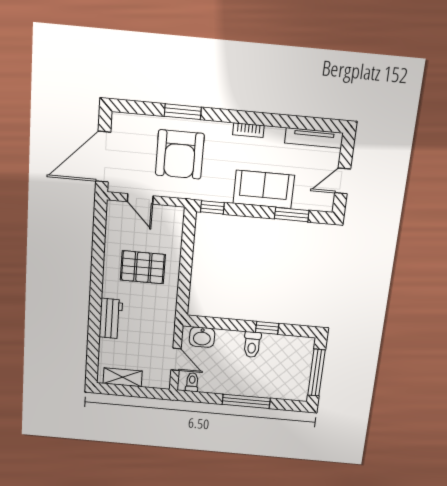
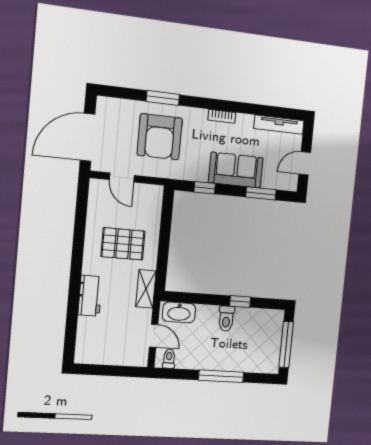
window: (212, 207) -> (205, 188), moved
washbasin: (202, 337) -> (179, 312), width x1.38
shelving: (123, 377) -> (146, 289), moved, turned 90

